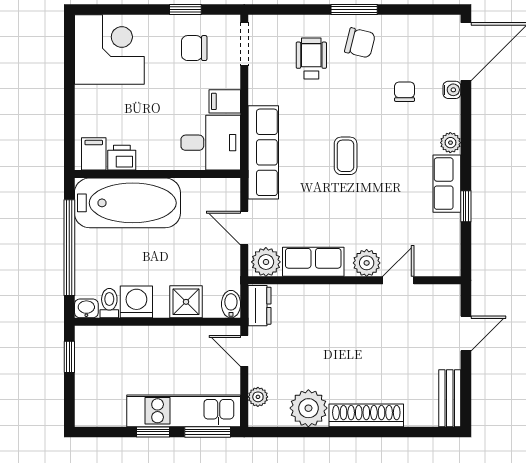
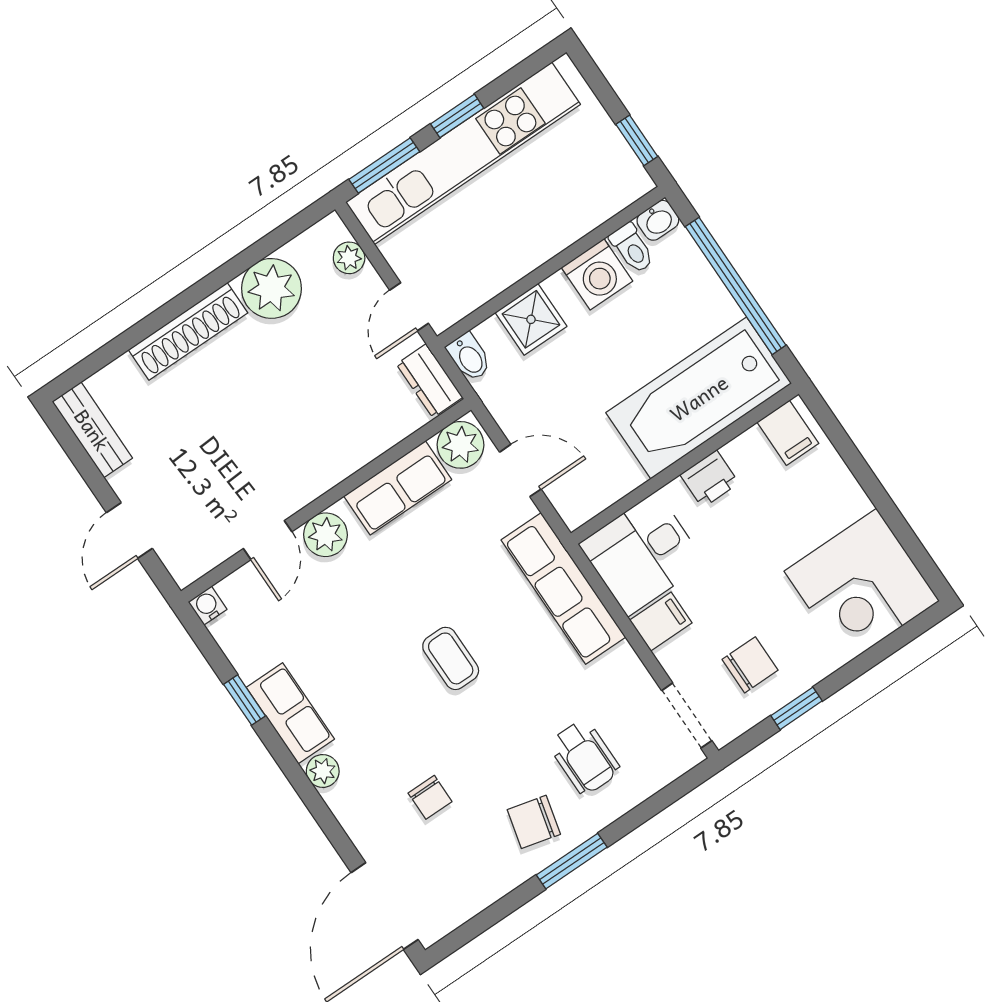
water cooler: (452, 90) -> (208, 606), moved, turned 90
printer: (122, 158) -> (709, 479), moved
door: (244, 351) -> (409, 307), swing flipped
kitchen unit: (184, 411) -> (463, 153), width x1.36

